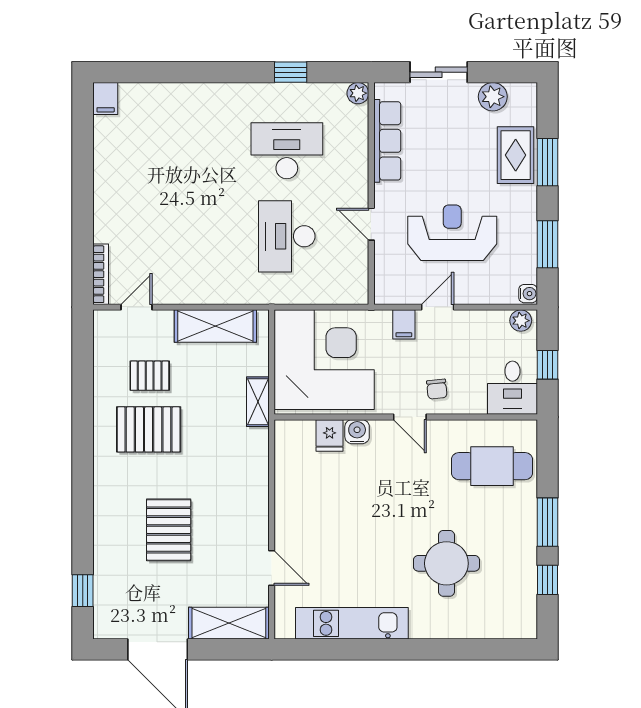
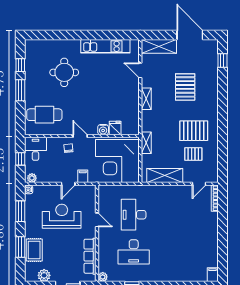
reception desk: (452, 233) -> (62, 216), turned 180
desk: (287, 236) -> (134, 215), turned 180
shelving: (258, 503) -> (146, 99), added

